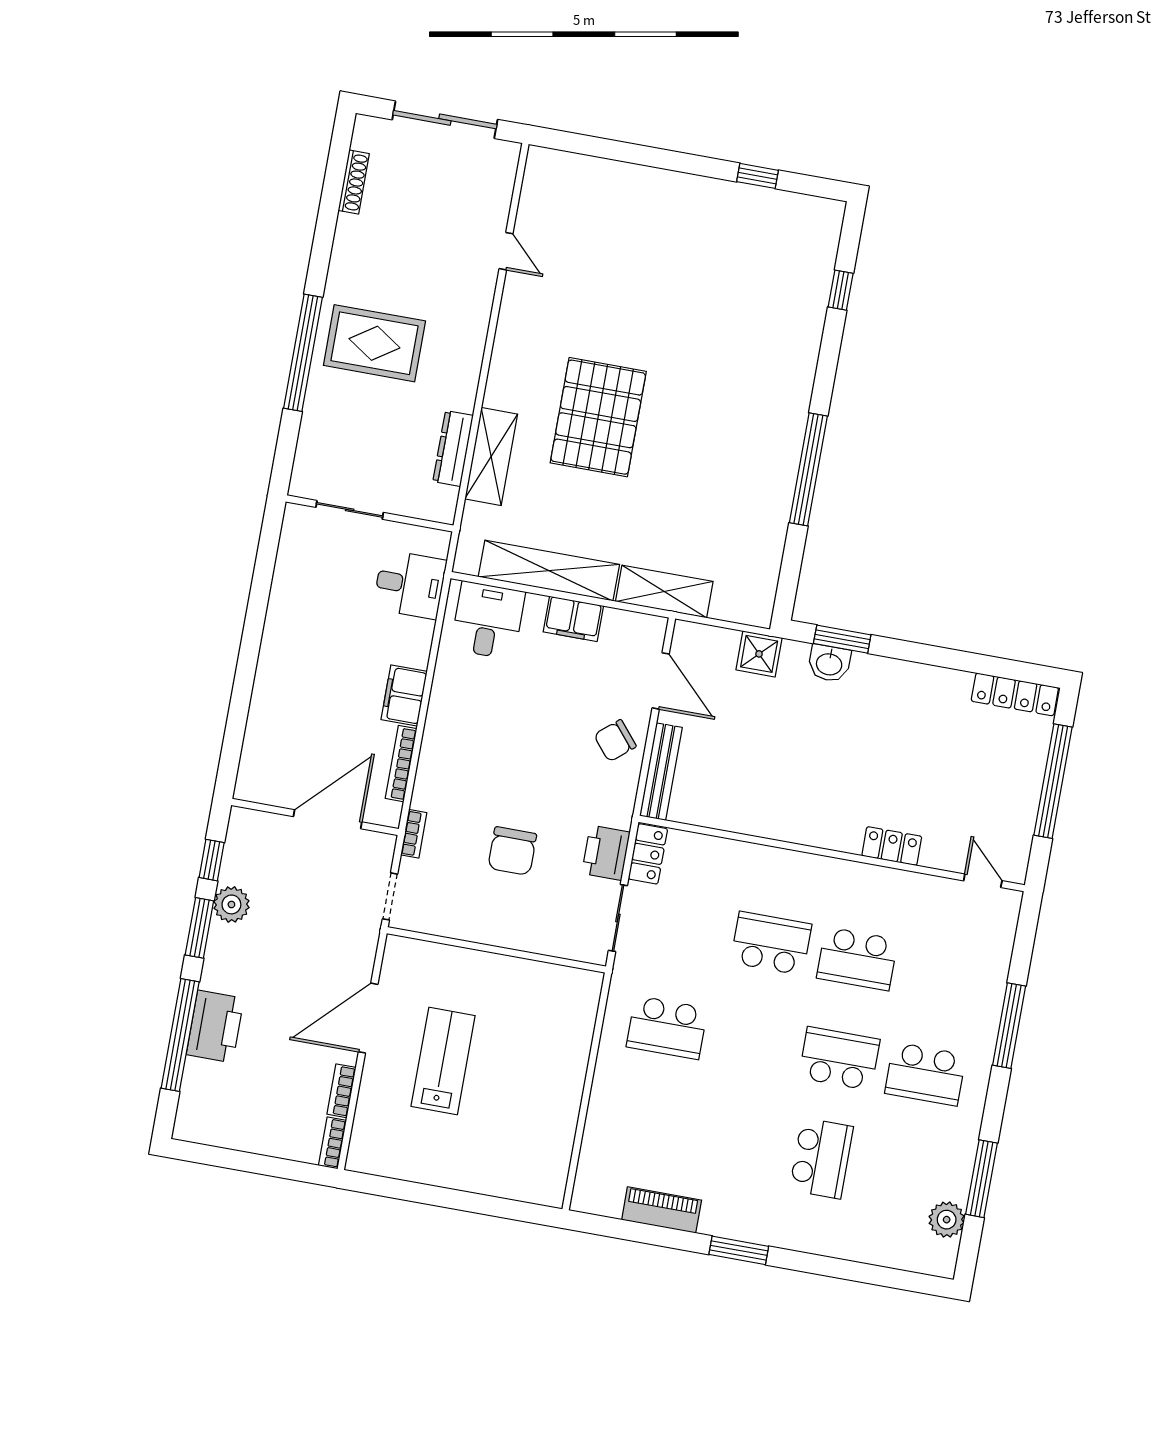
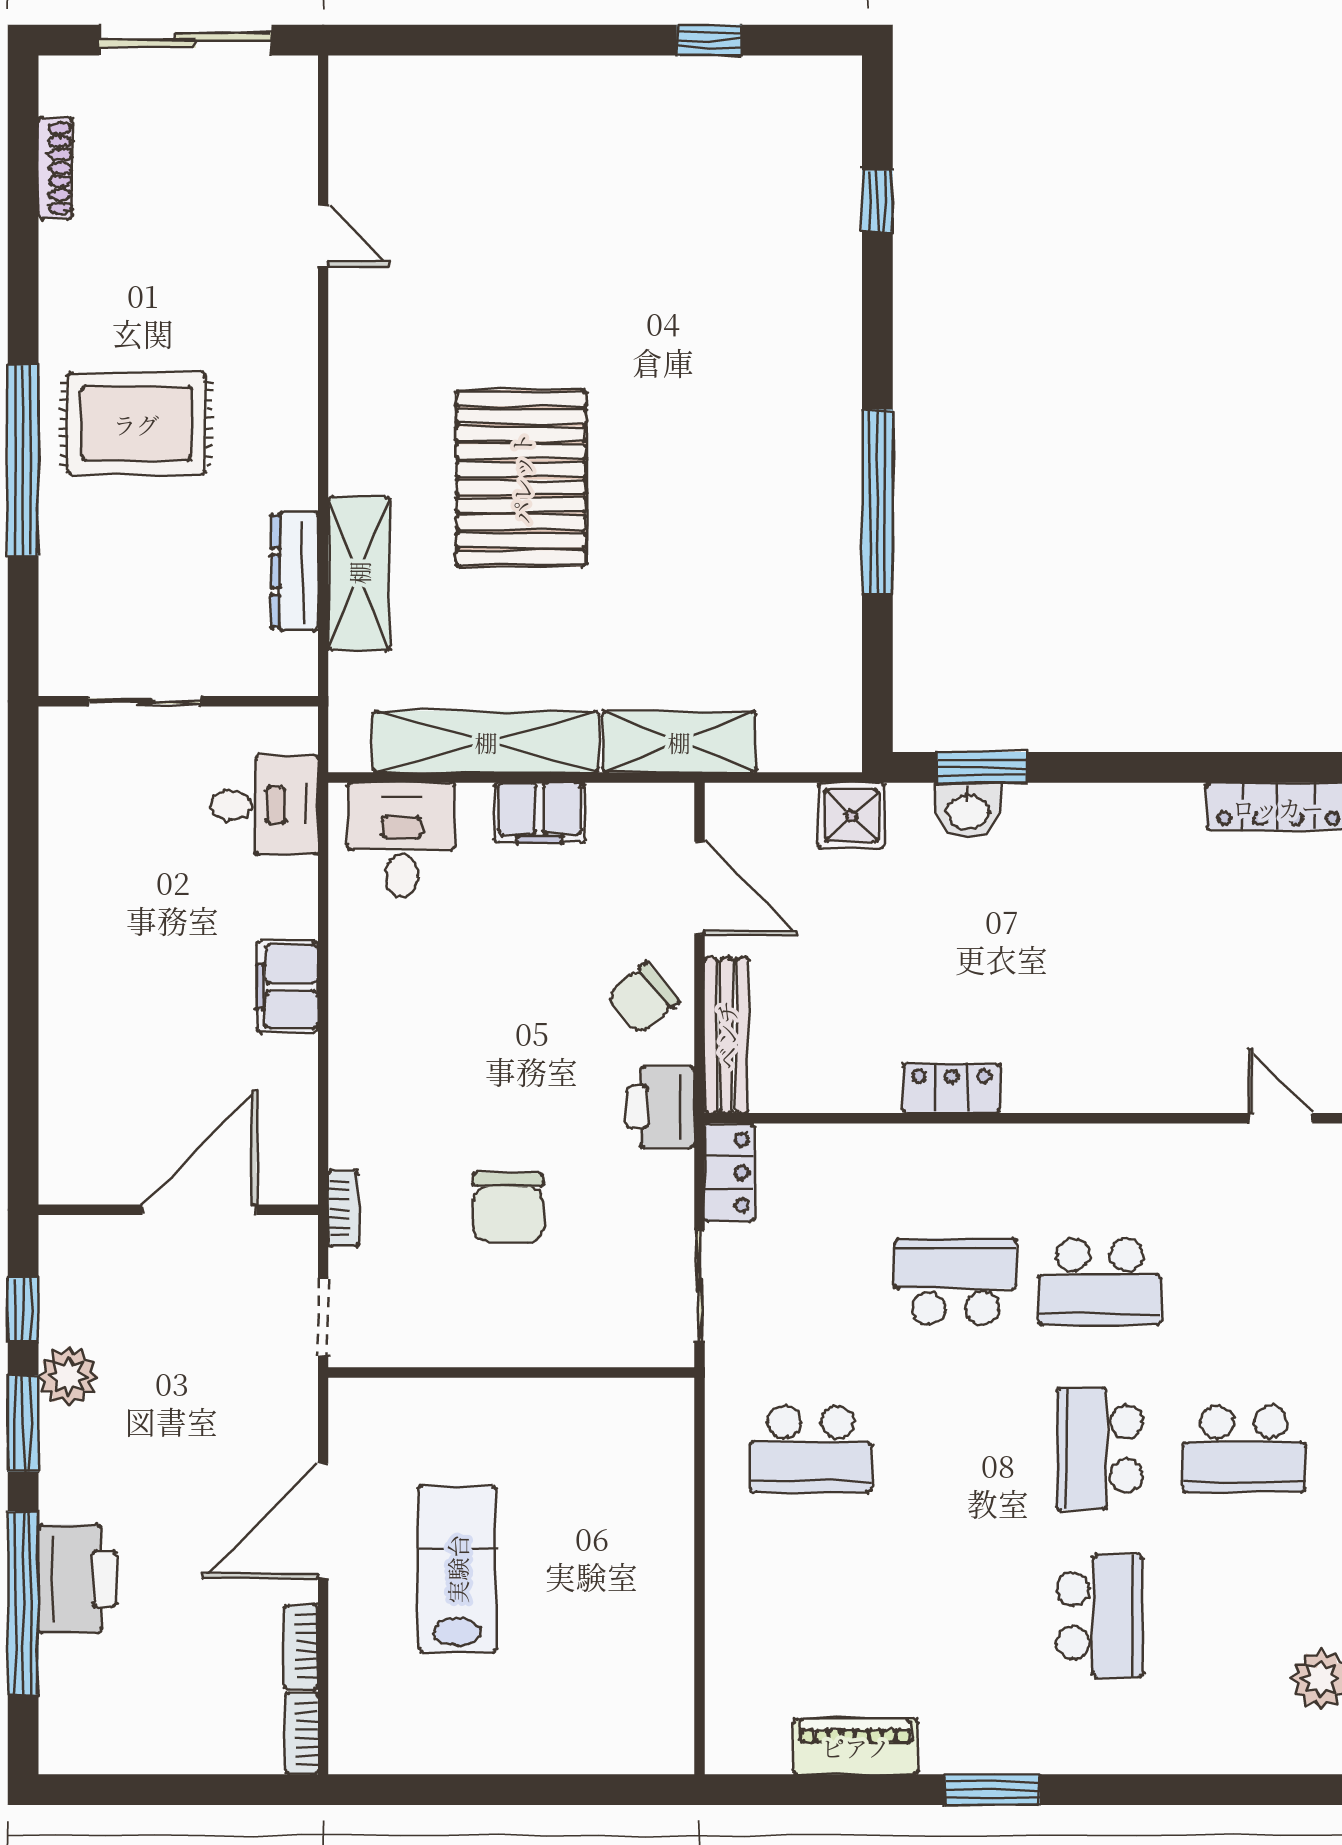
bookcase: (401, 764) -> (302, 1098), removed
locker: (892, 846) -> (951, 1089), moved
printer: (606, 853) -> (661, 1107), moved
school desk: (839, 1059) -> (1100, 1449), turned -90

